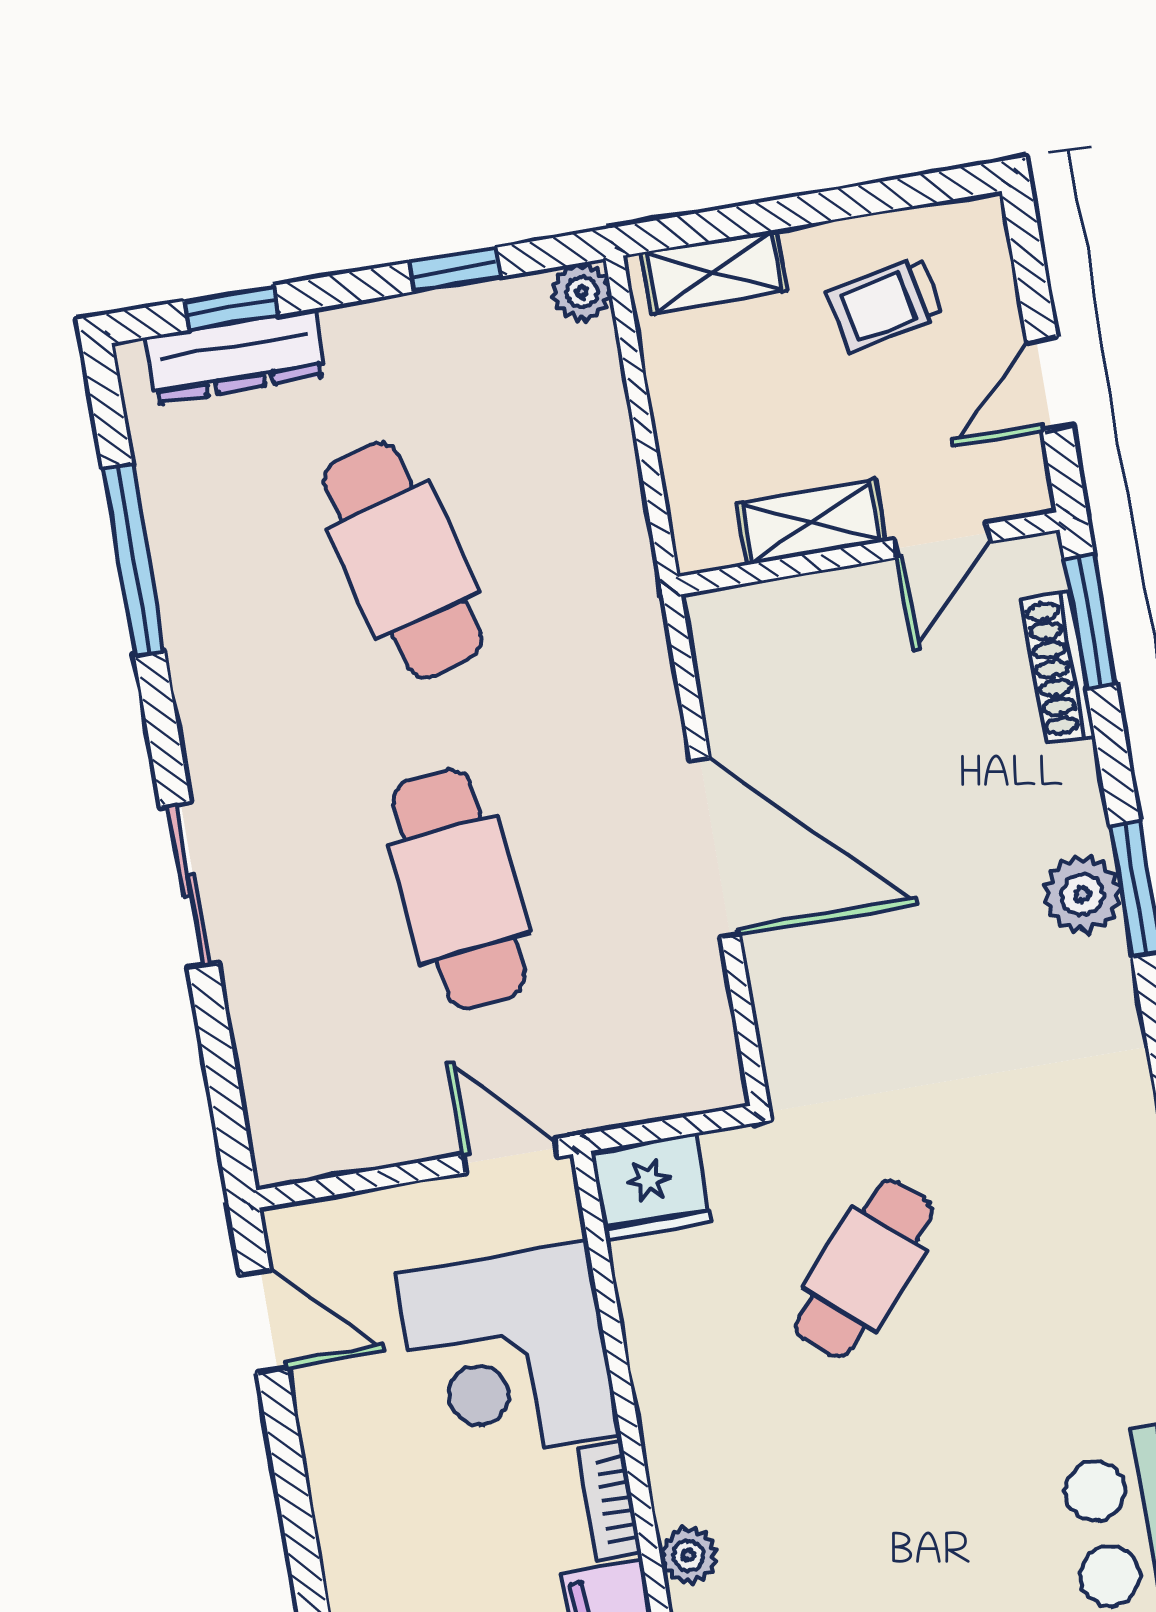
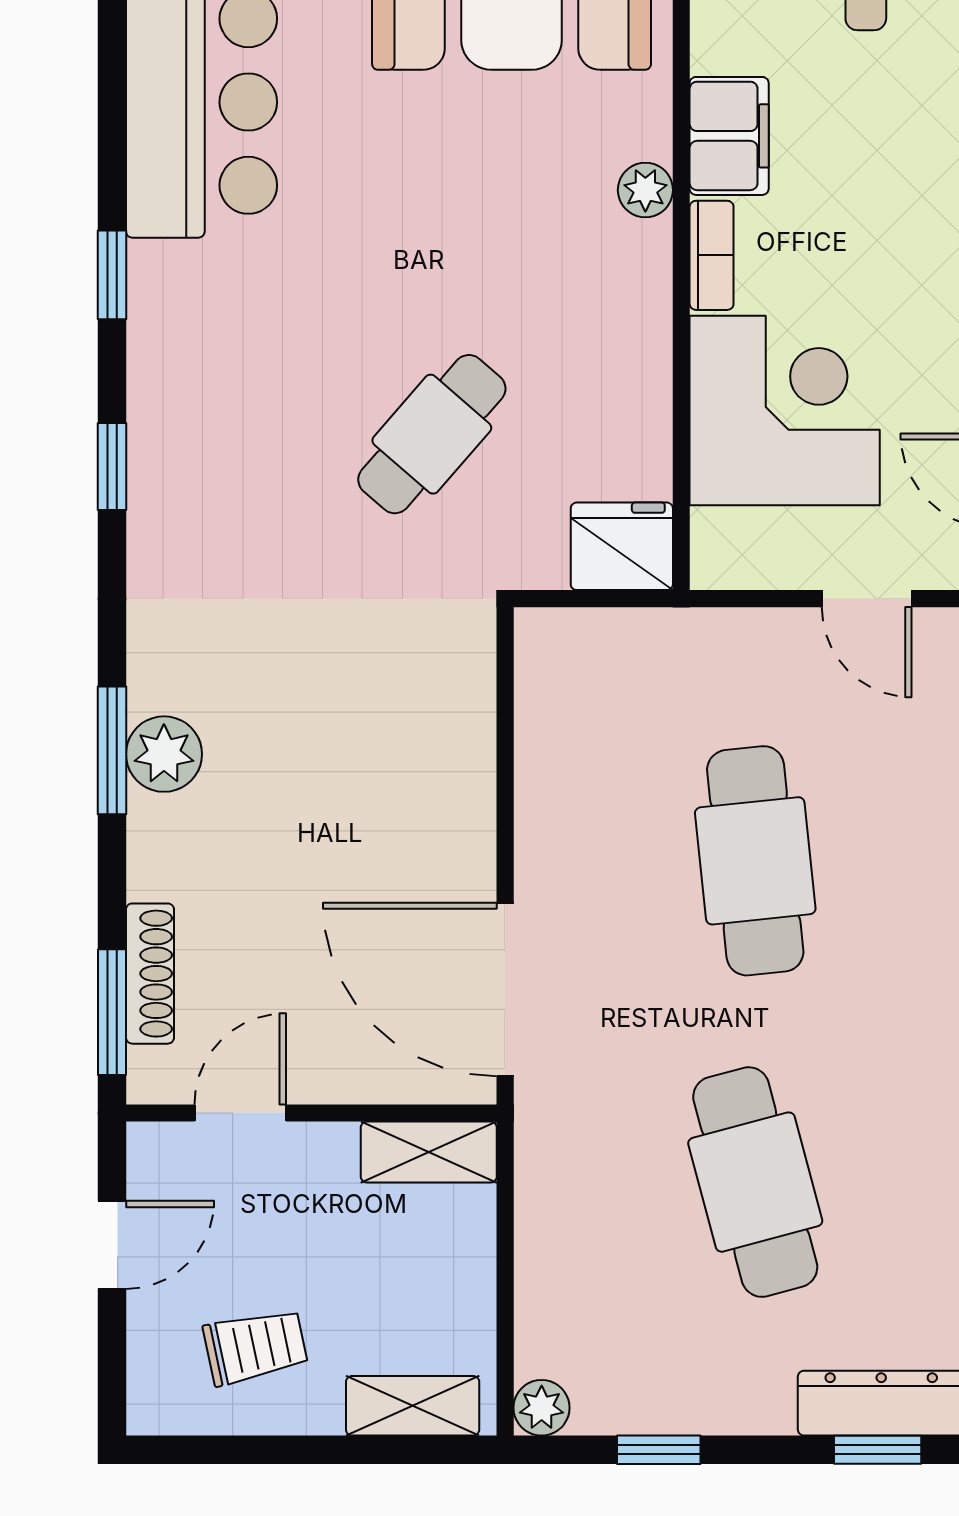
shelving: (811, 522) -> (429, 1152), moved
door: (715, 847) -> (505, 989), moved
door: (510, 1156) -> (867, 599), moved

